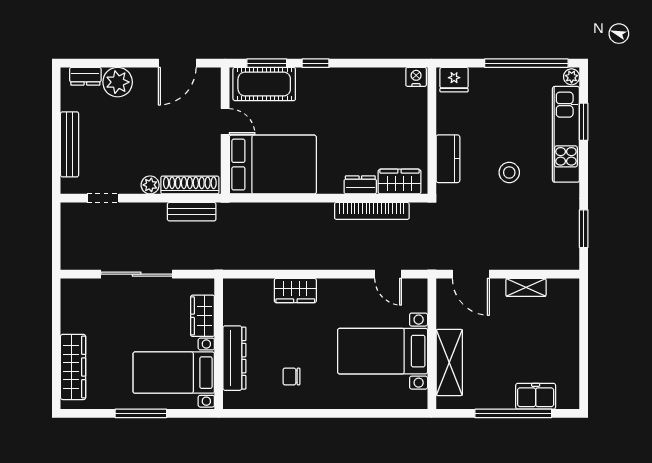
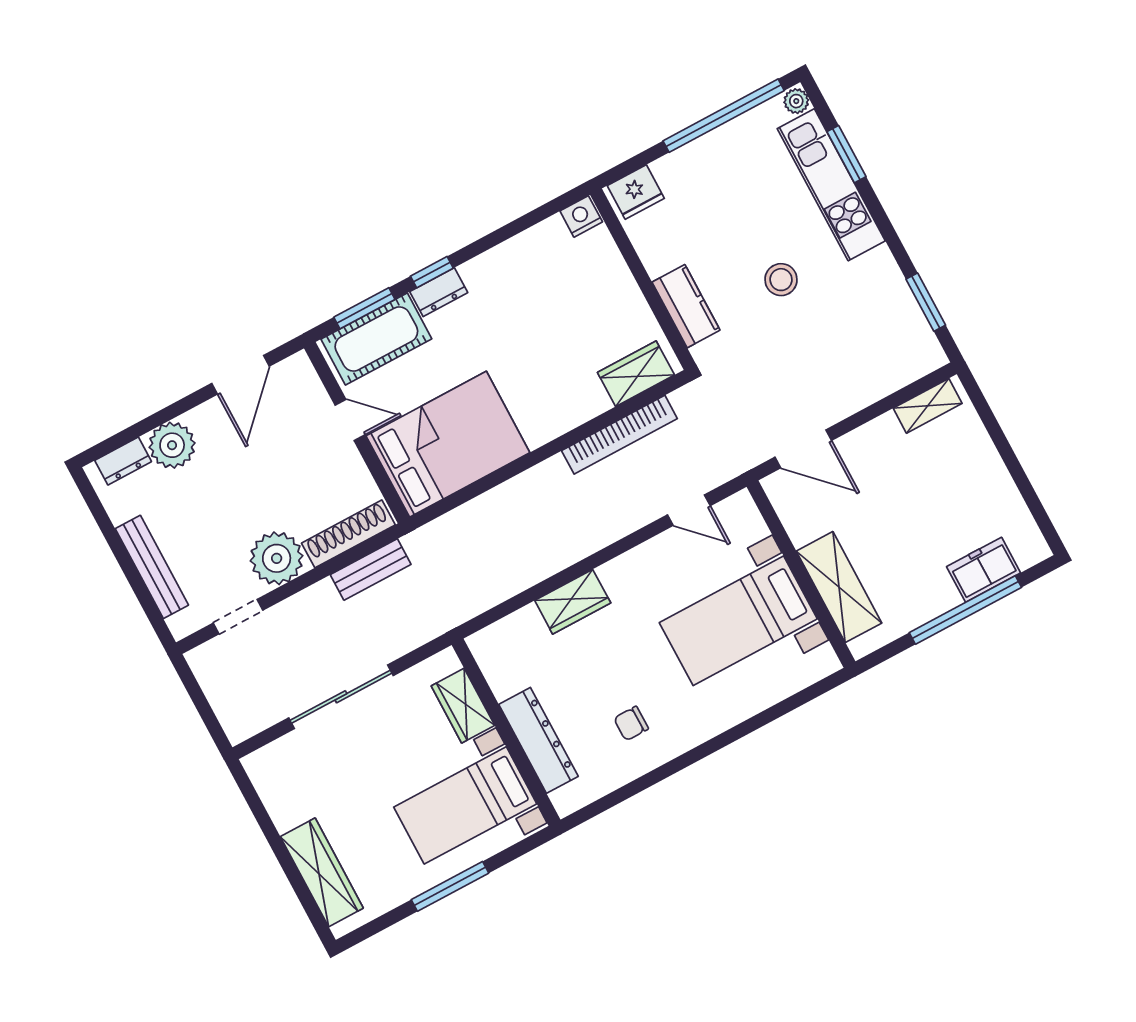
plant: (150, 185) -> (277, 558), width x1.87, depth x1.87
dresser: (360, 185) -> (439, 292), moved, turned 180
shelving: (526, 287) -> (928, 406), moved

